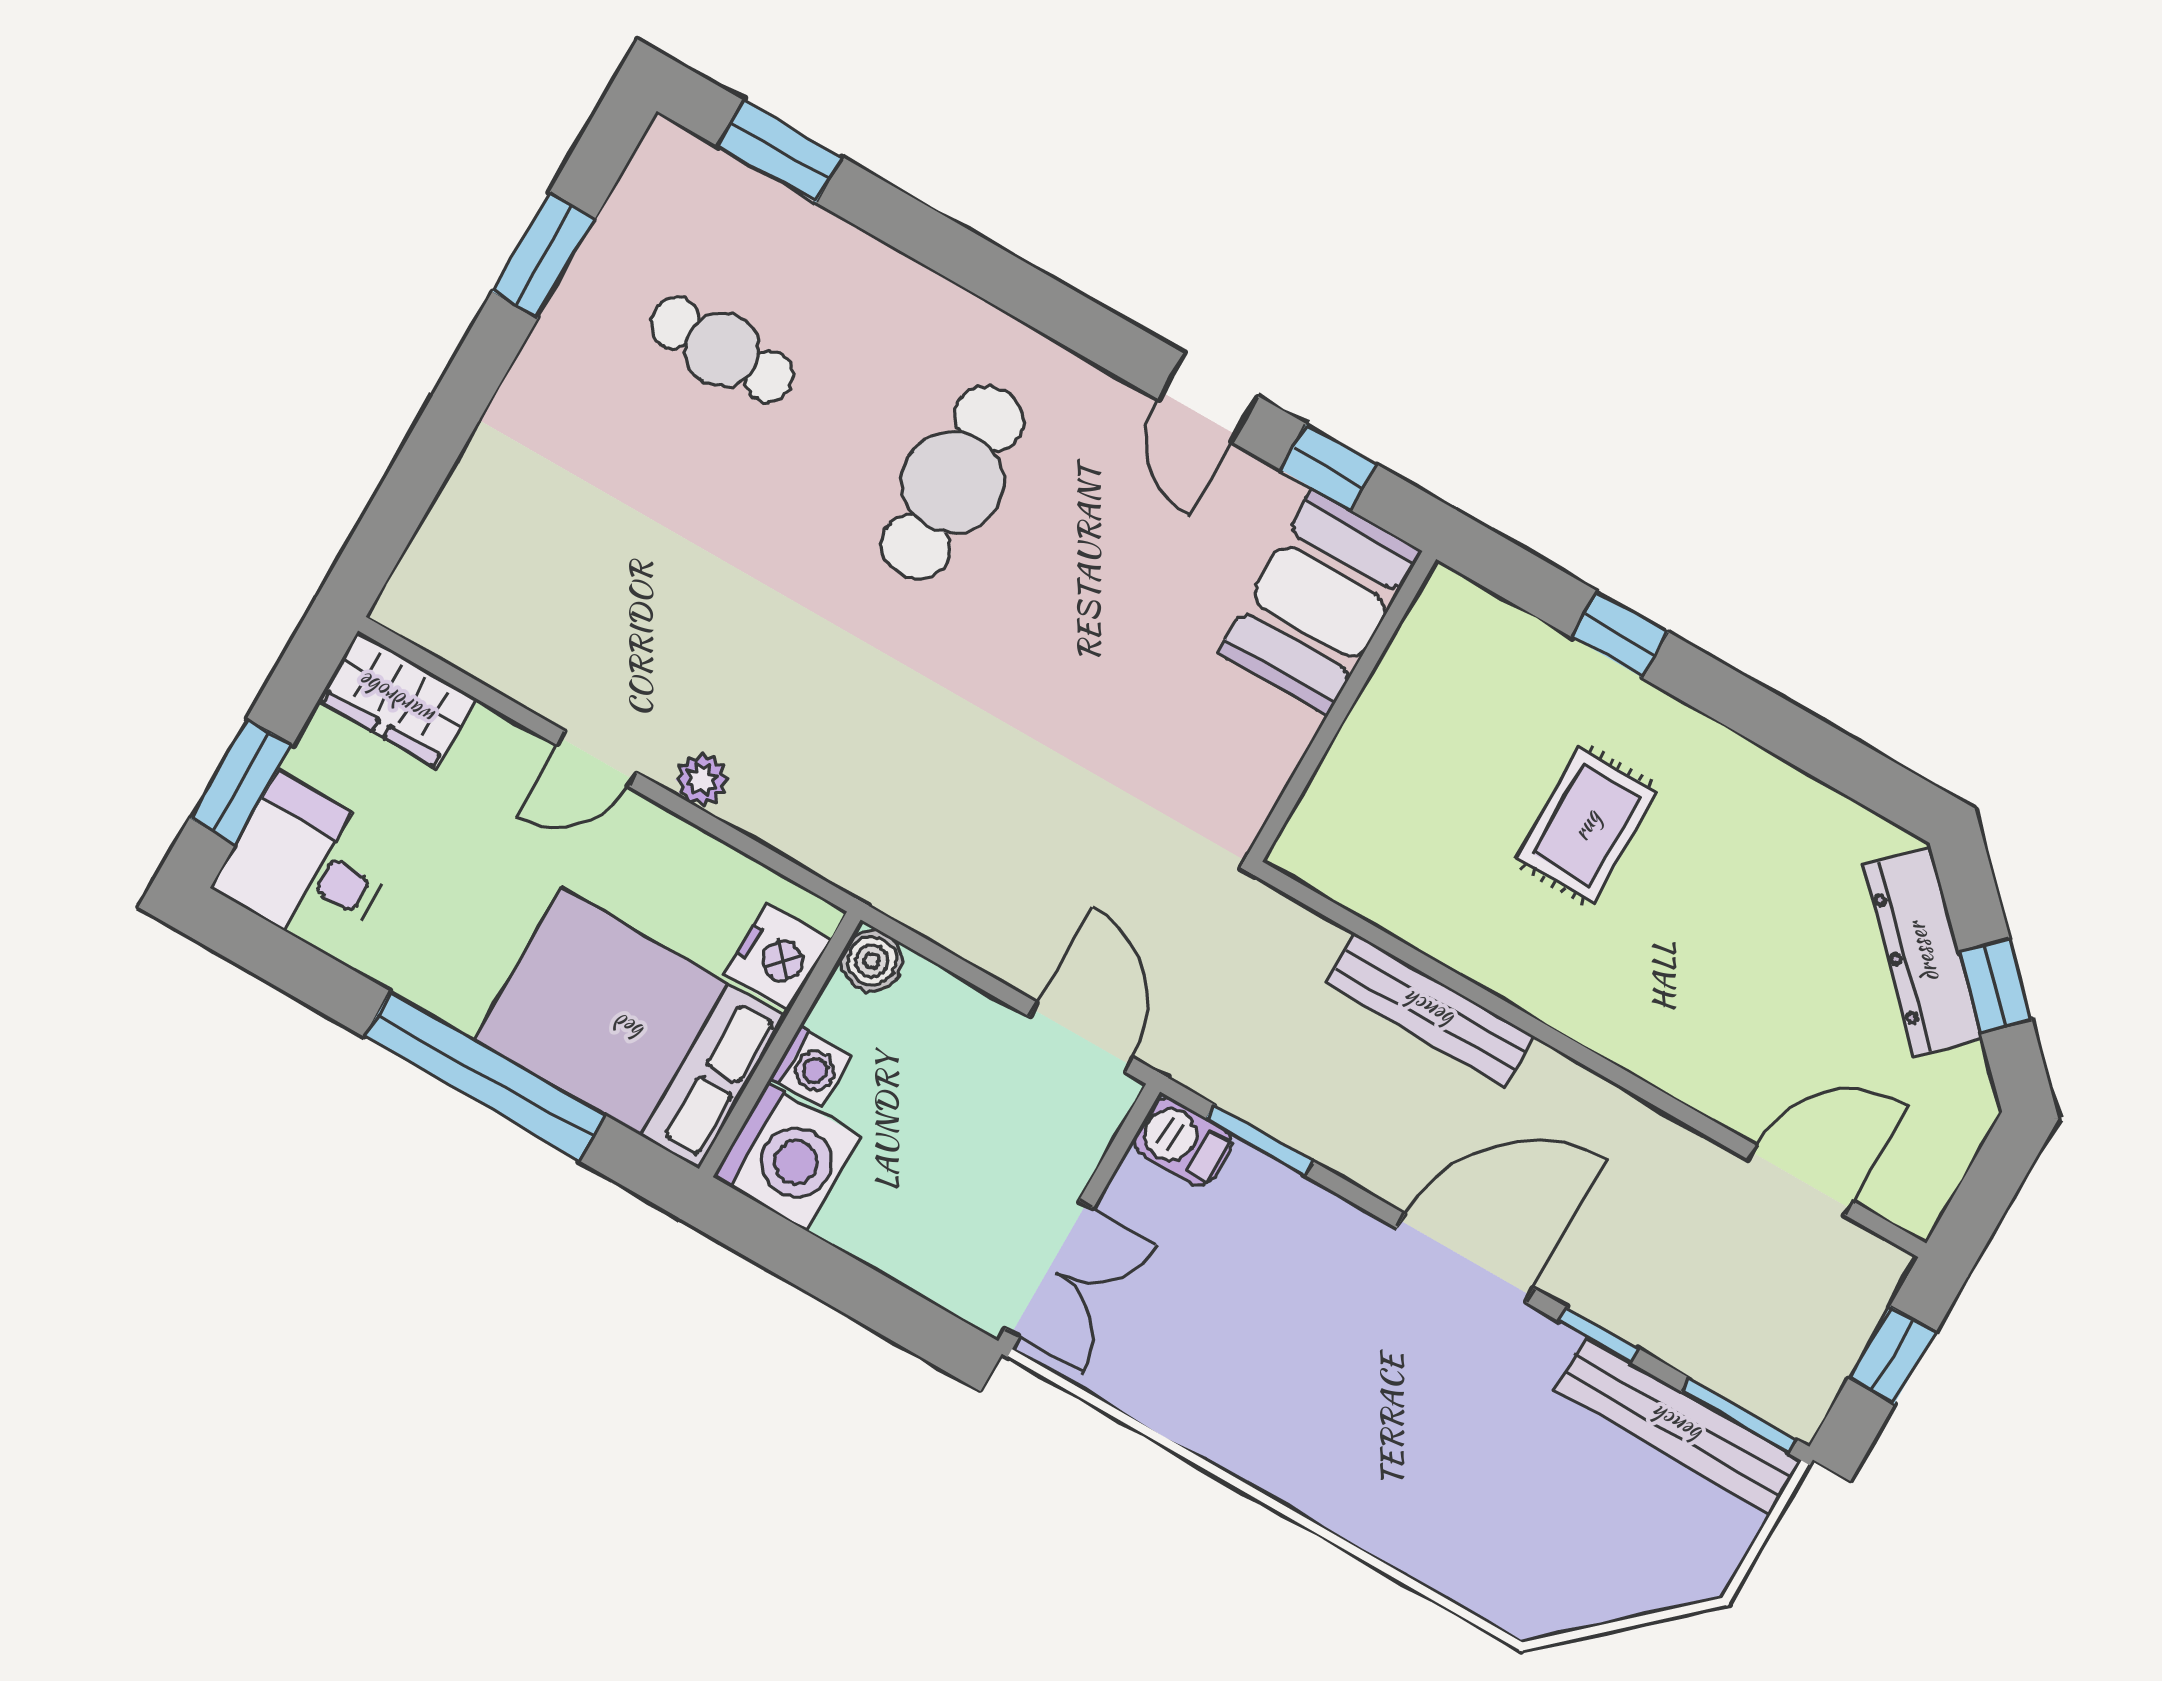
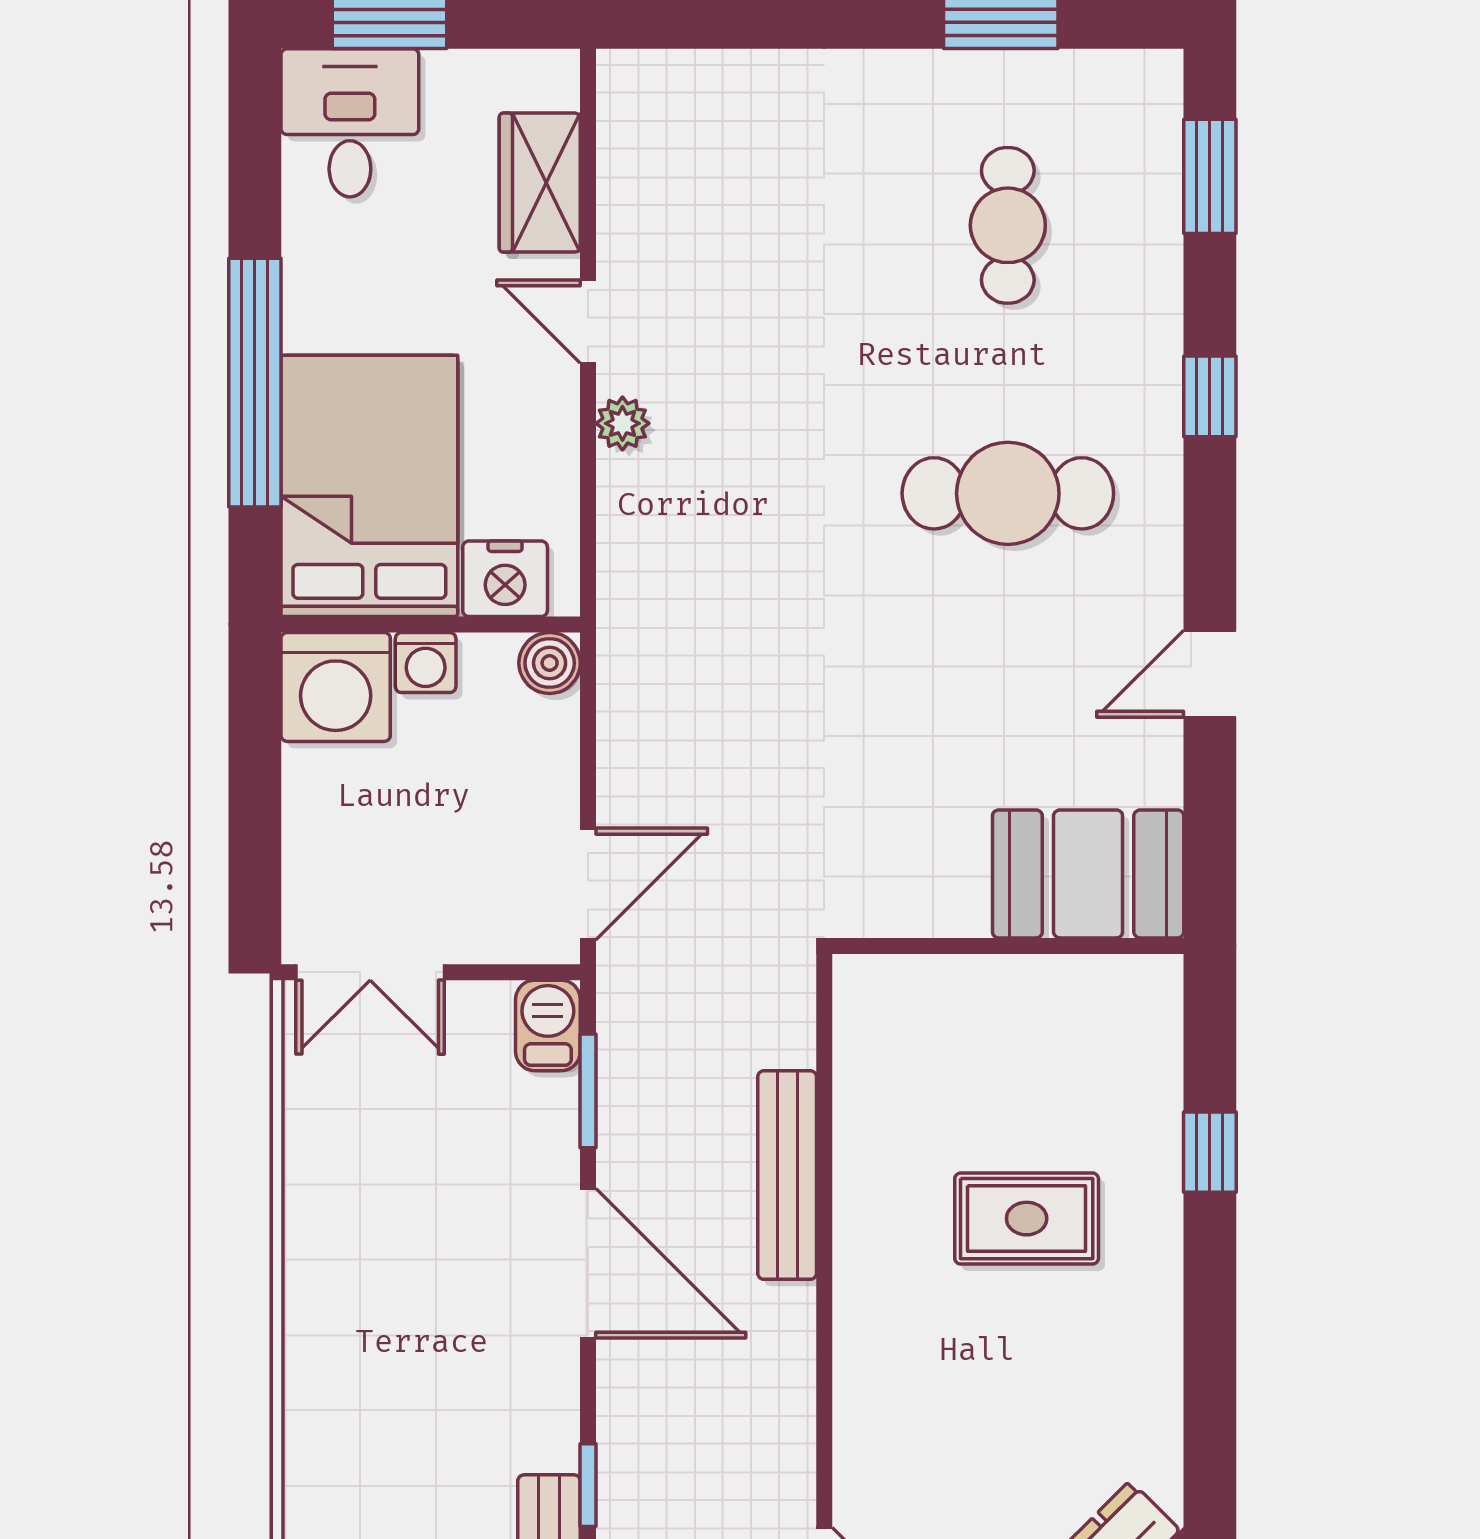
window: (1328, 467) -> (1210, 396), moved
wardrobe: (398, 700) -> (540, 183), moved
door: (1465, 1258) -> (588, 1263), moved

